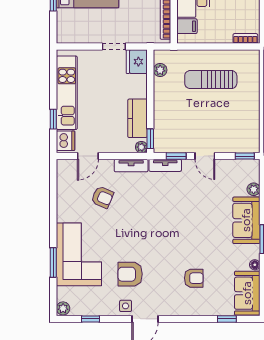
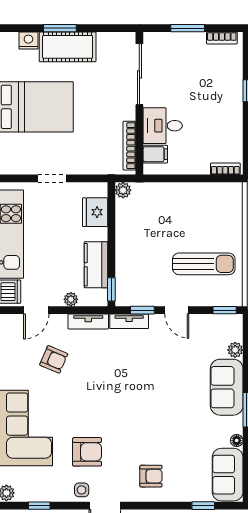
doorway: (114, 46) -> (52, 178), moved
fridge: (137, 62) -> (95, 212), moved
plant: (160, 70) -> (123, 190), moved
sun lounger: (211, 80) -> (204, 264), moved, turned 180
plant: (141, 147) -> (71, 299), moved
armchair: (130, 274) -> (87, 452), turned 180
armchair: (194, 278) -> (151, 476), moved

